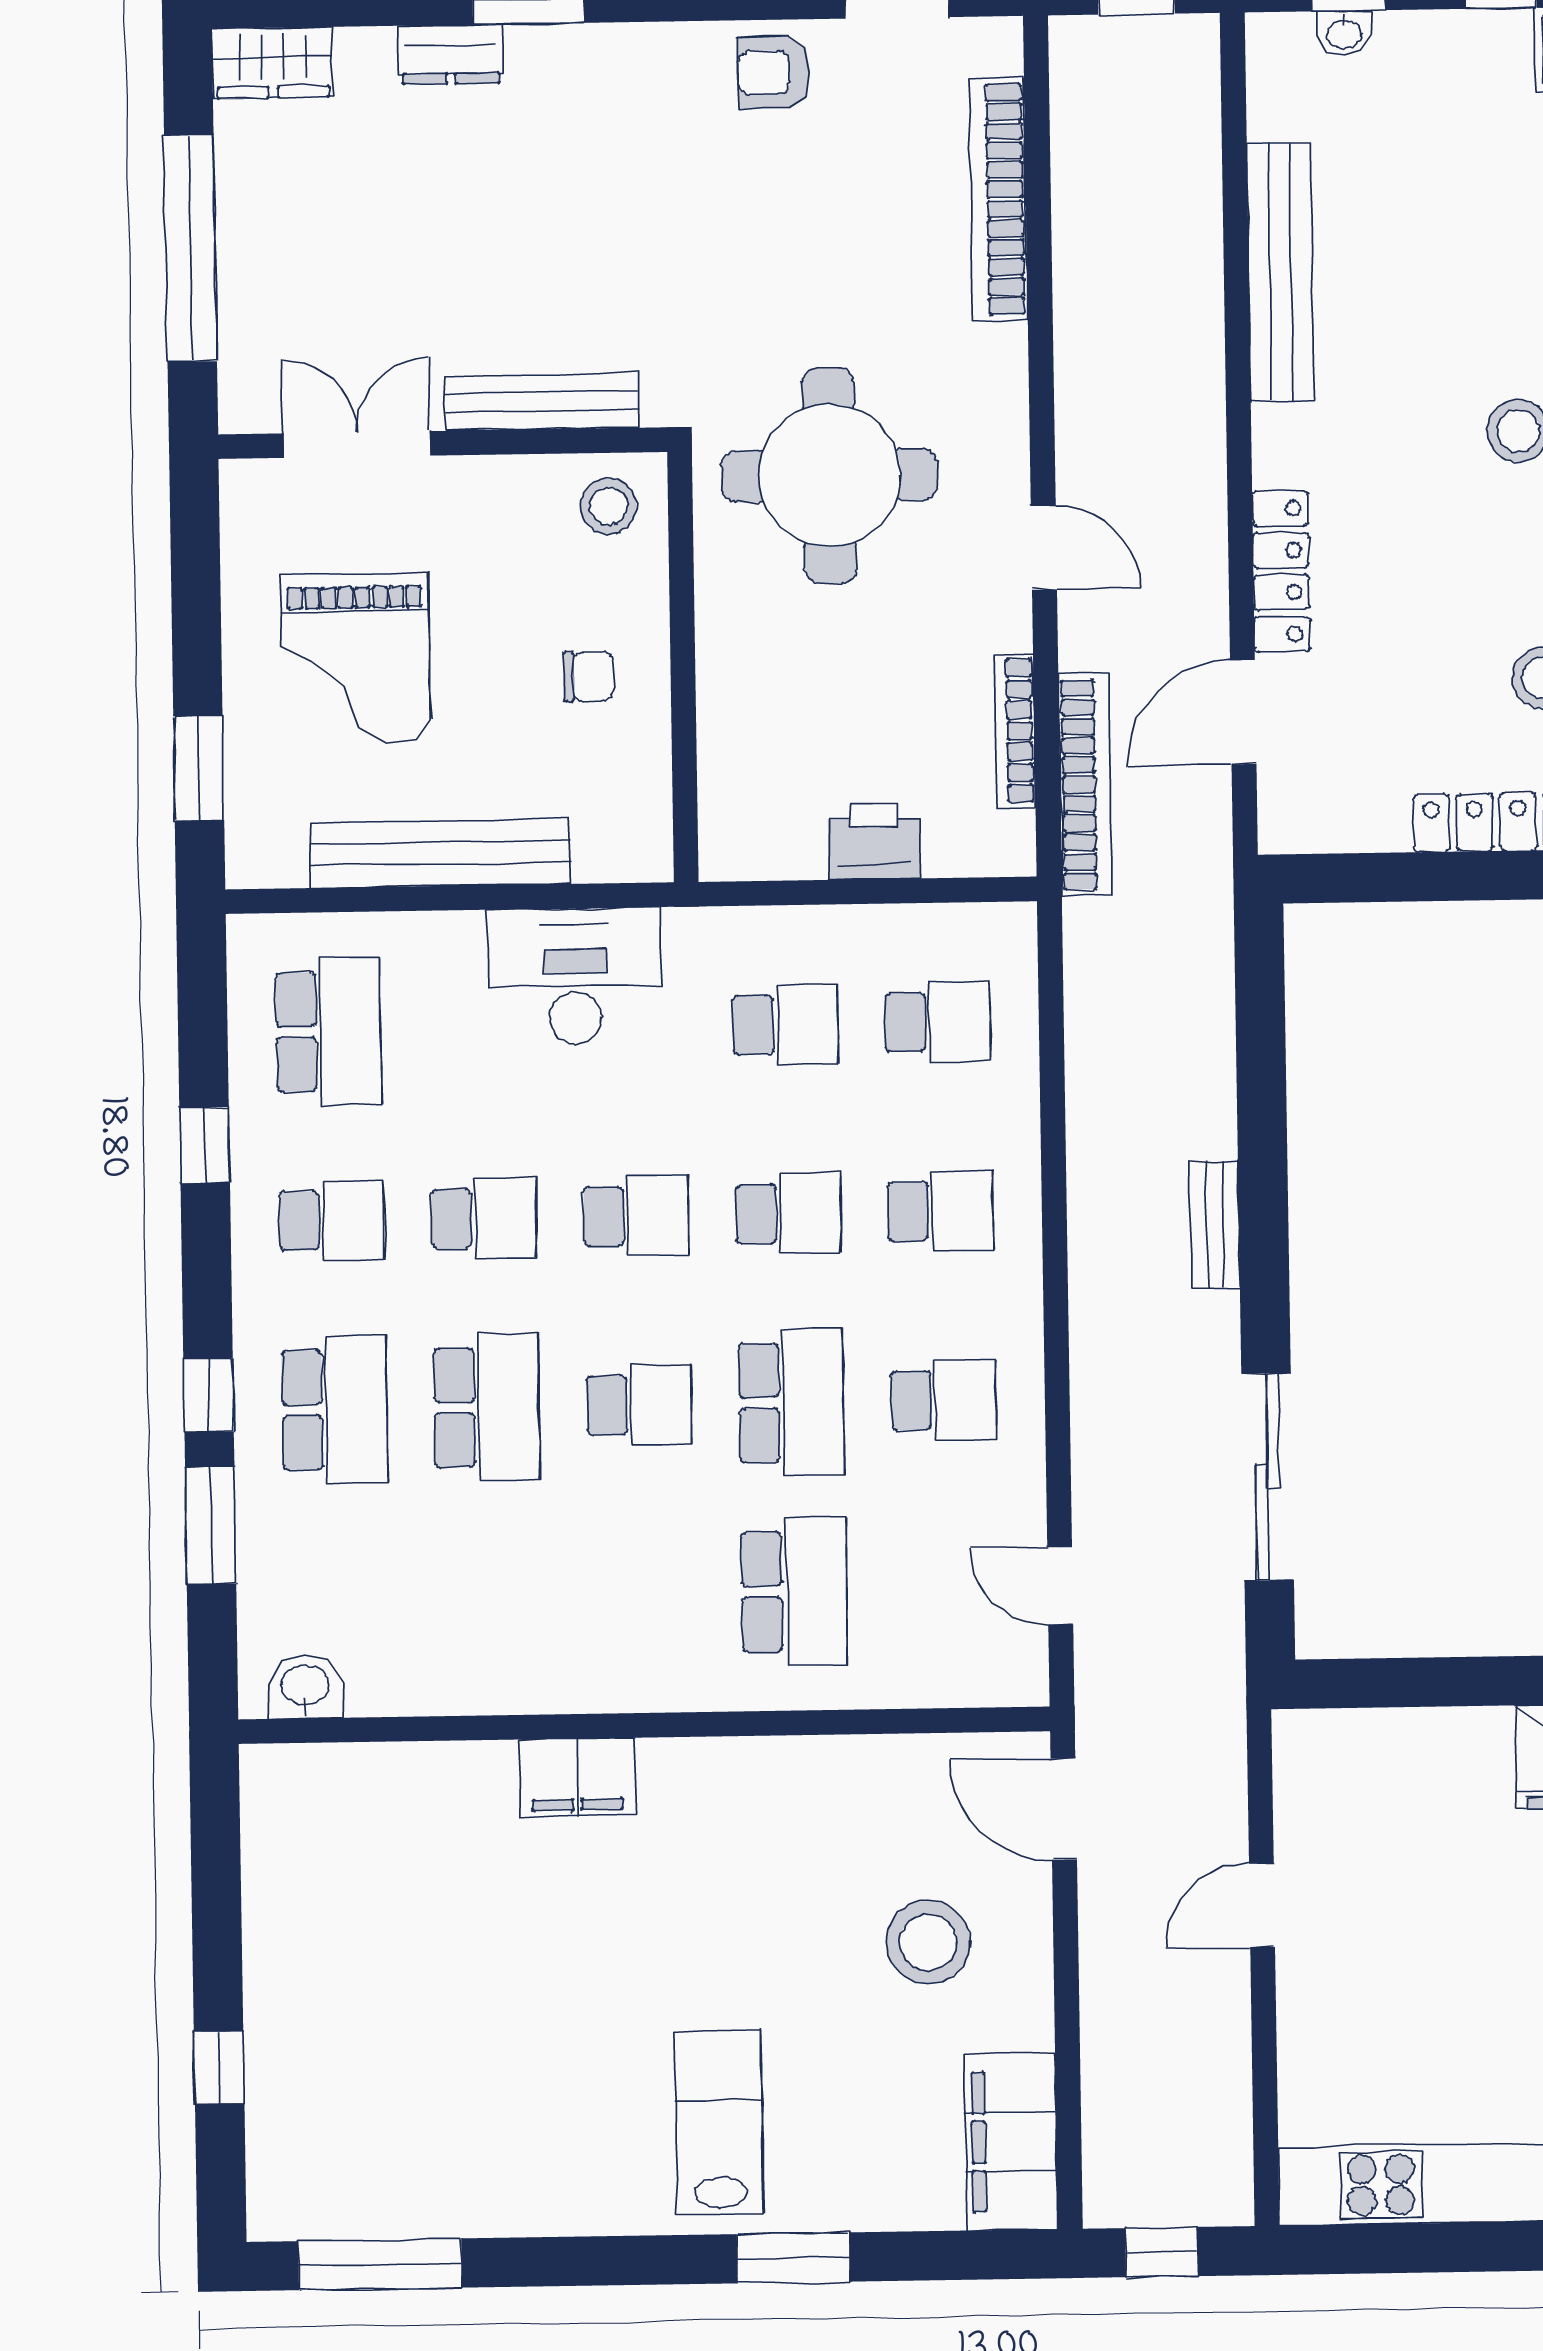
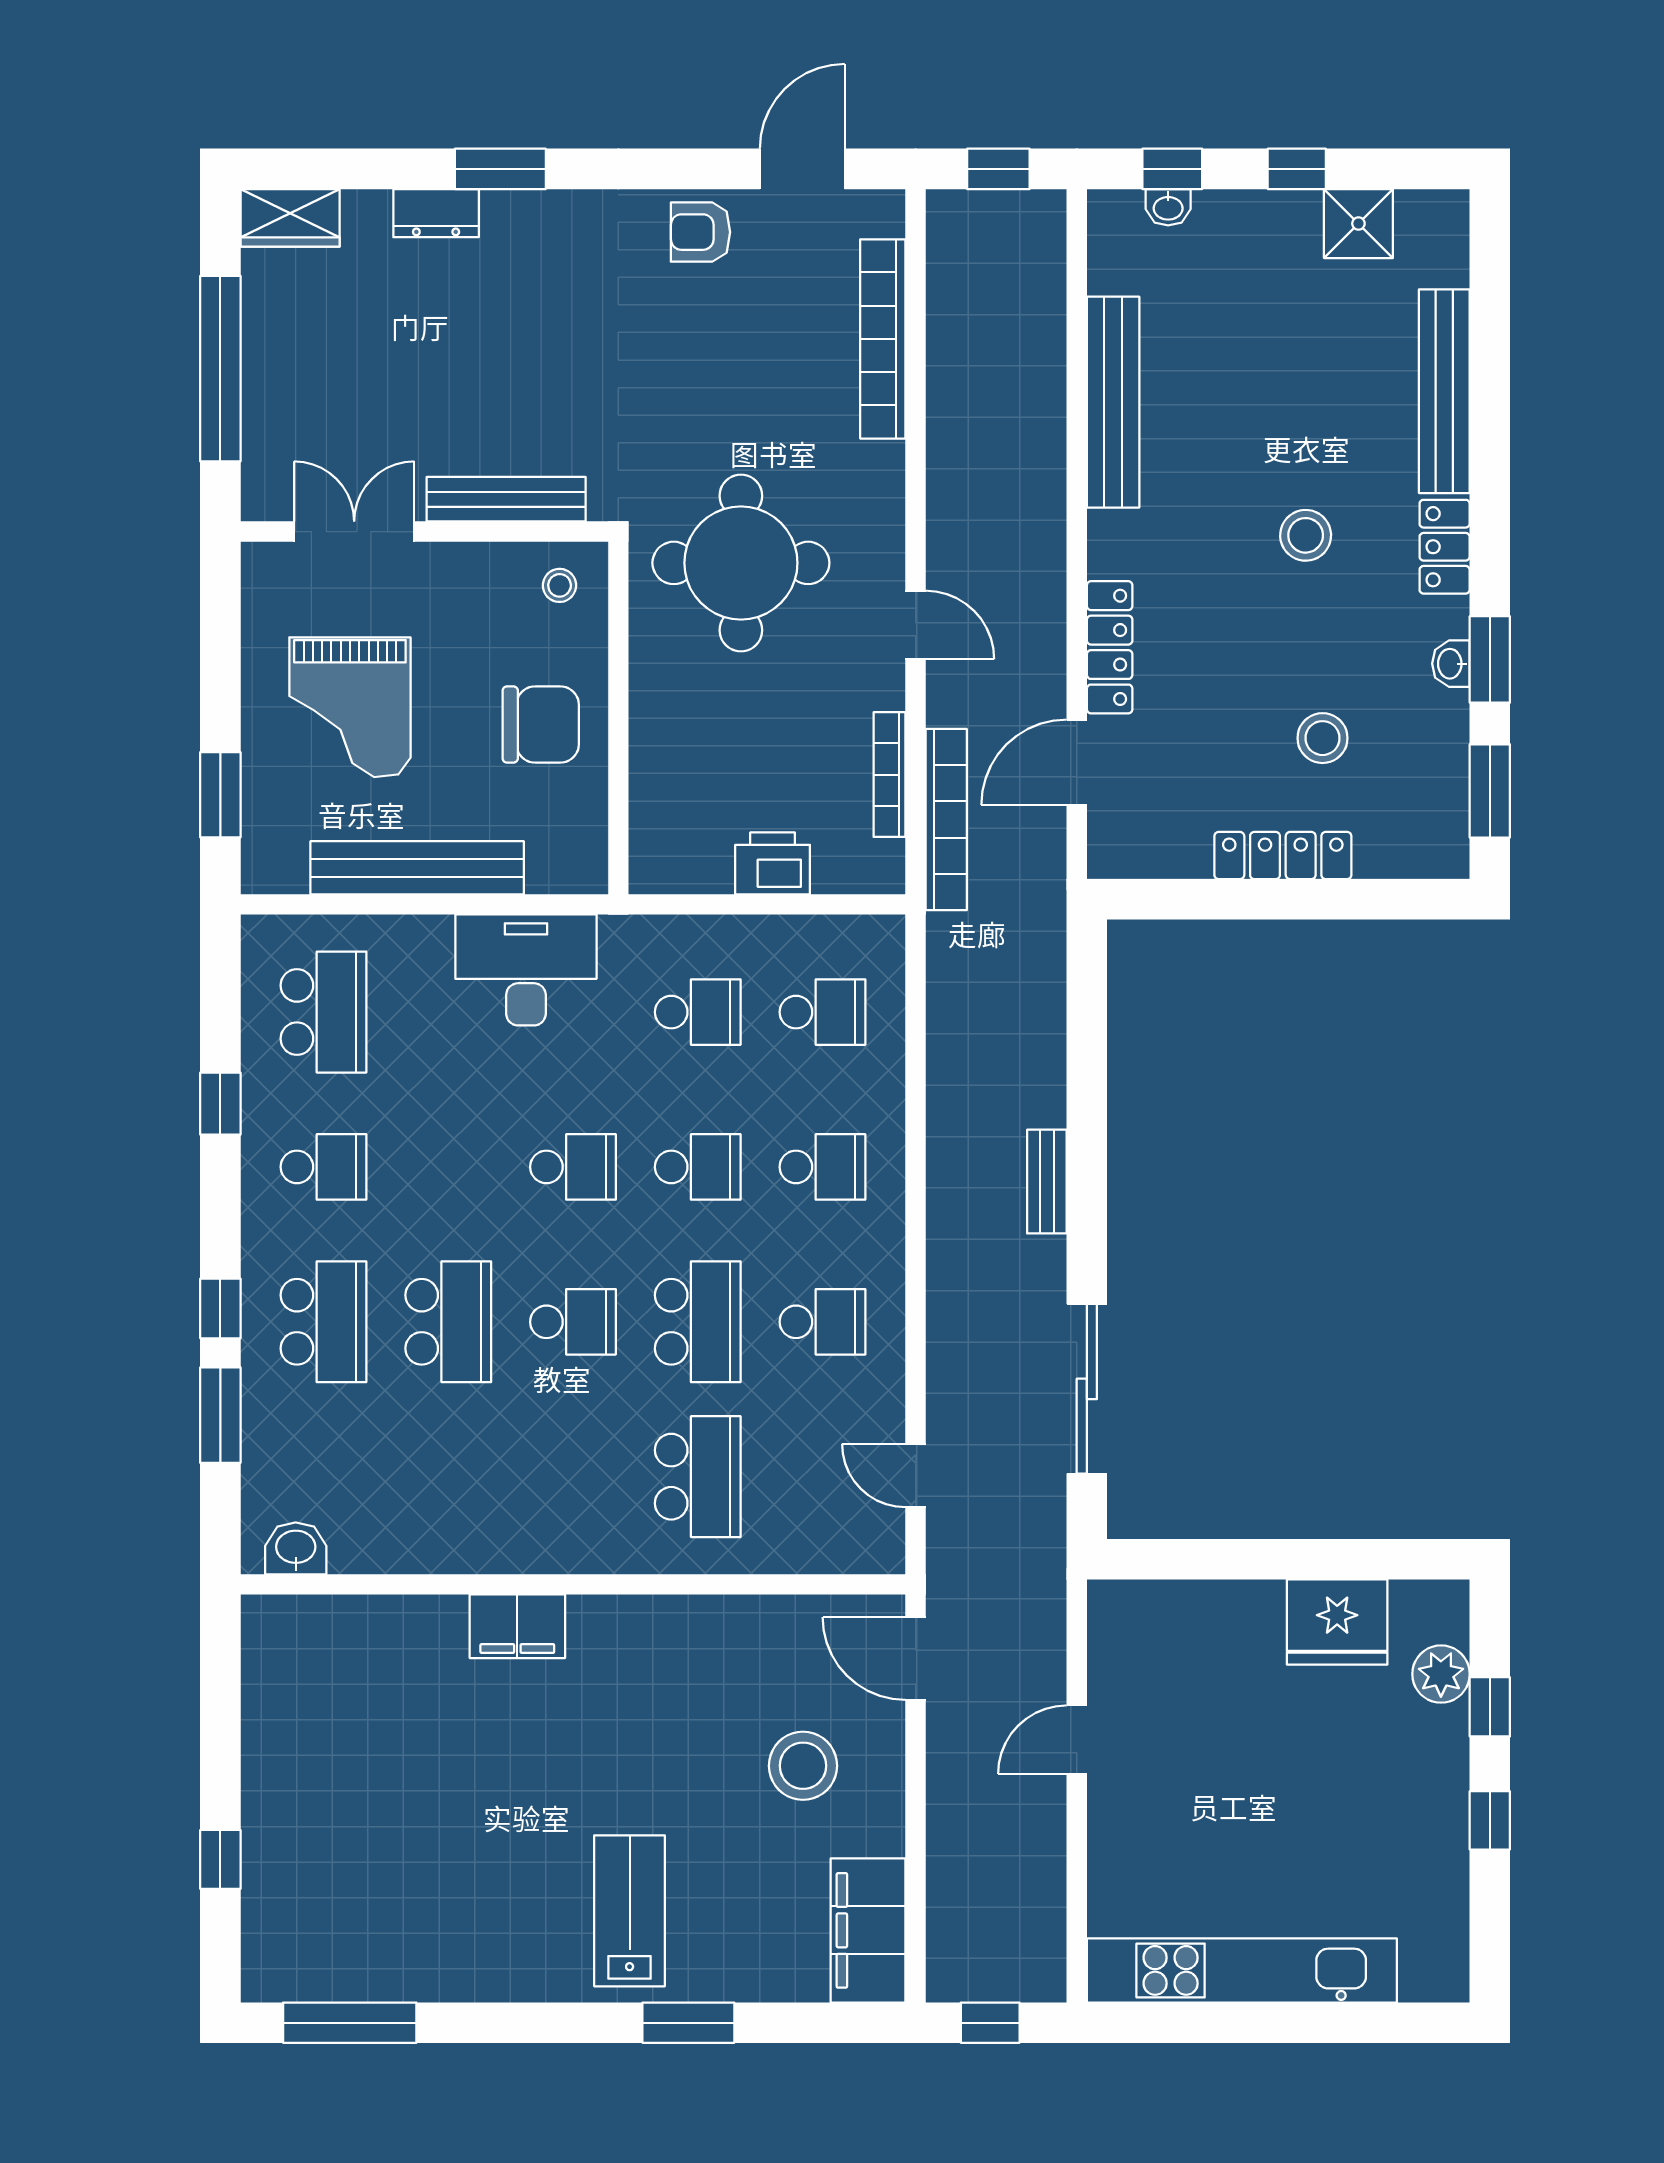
stool: (609, 506) -> (560, 585), width x0.73, depth x0.73
chair: (588, 676) -> (541, 724), width x1.87, depth x1.87
school desk: (484, 1218) -> (448, 1167), removed

